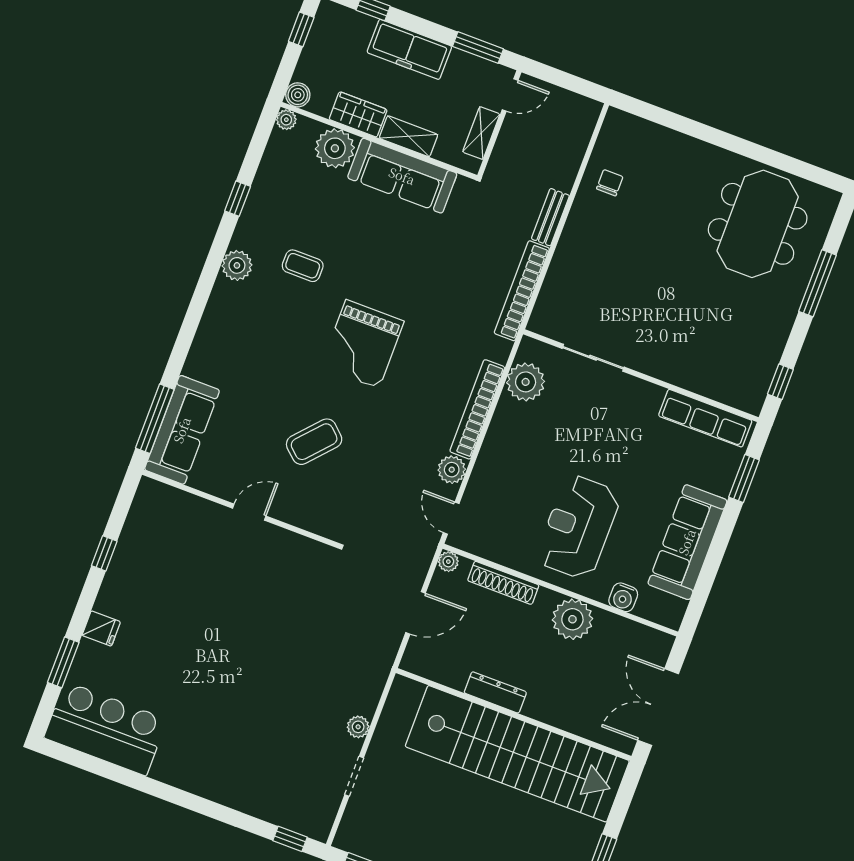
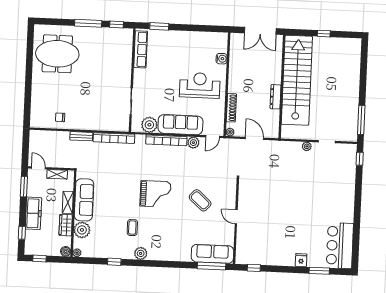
window: (817, 283) -> (88, 23), moved
reception desk: (578, 527) -> (200, 85), turned 180
sofa: (687, 542) -> (180, 125), moved, turned 180
window: (104, 553) -> (254, 268), moved
plant: (572, 619) -> (237, 76), removed

